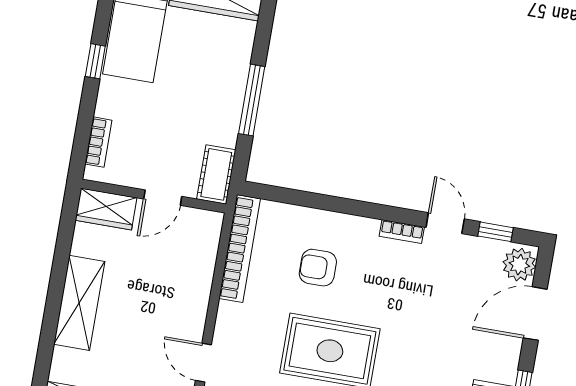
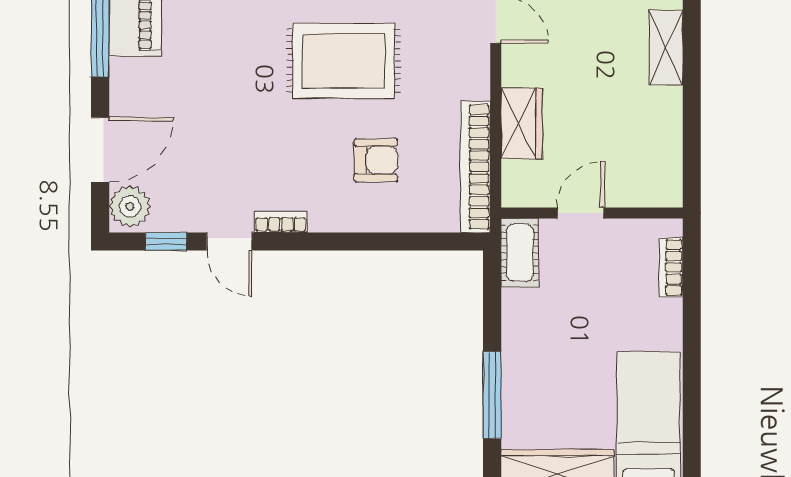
window: (95, 61) -> (692, 366), removed
window: (252, 100) -> (492, 395), moved
wardrobe: (106, 209) -> (522, 123), moved, turned 90
shelving: (79, 303) -> (666, 48), width x0.67, depth x0.75

